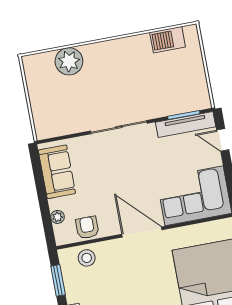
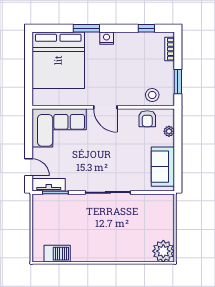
plant: (69, 61) -> (163, 251), moved
tv unit: (186, 125) -> (49, 185), width x0.71
door: (142, 232) -> (105, 107), width x0.73

